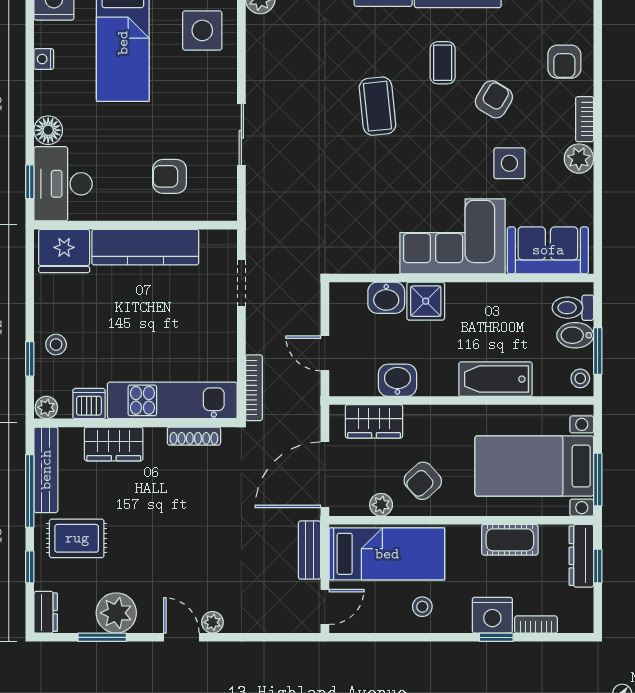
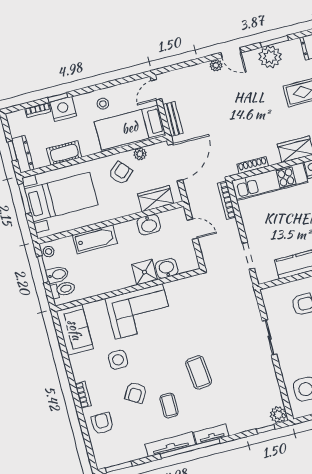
plant: (579, 159) -> (81, 372), removed
sofa: (548, 250) -> (75, 330), moved, turned -90

